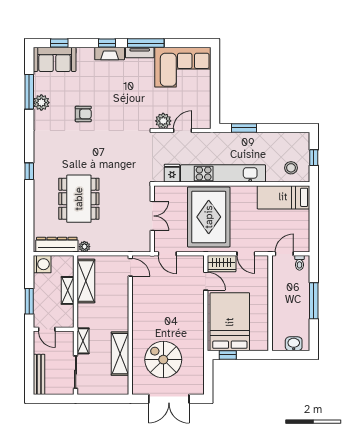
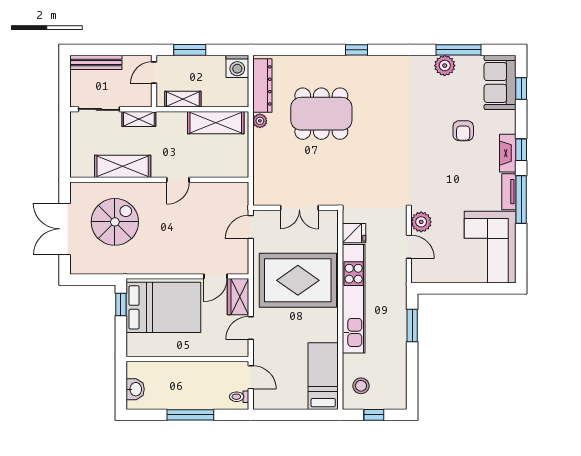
armchair: (83, 114) -> (463, 131), moved
door: (130, 267) -> (178, 180), moved
shelving: (68, 290) -> (183, 99), moved

